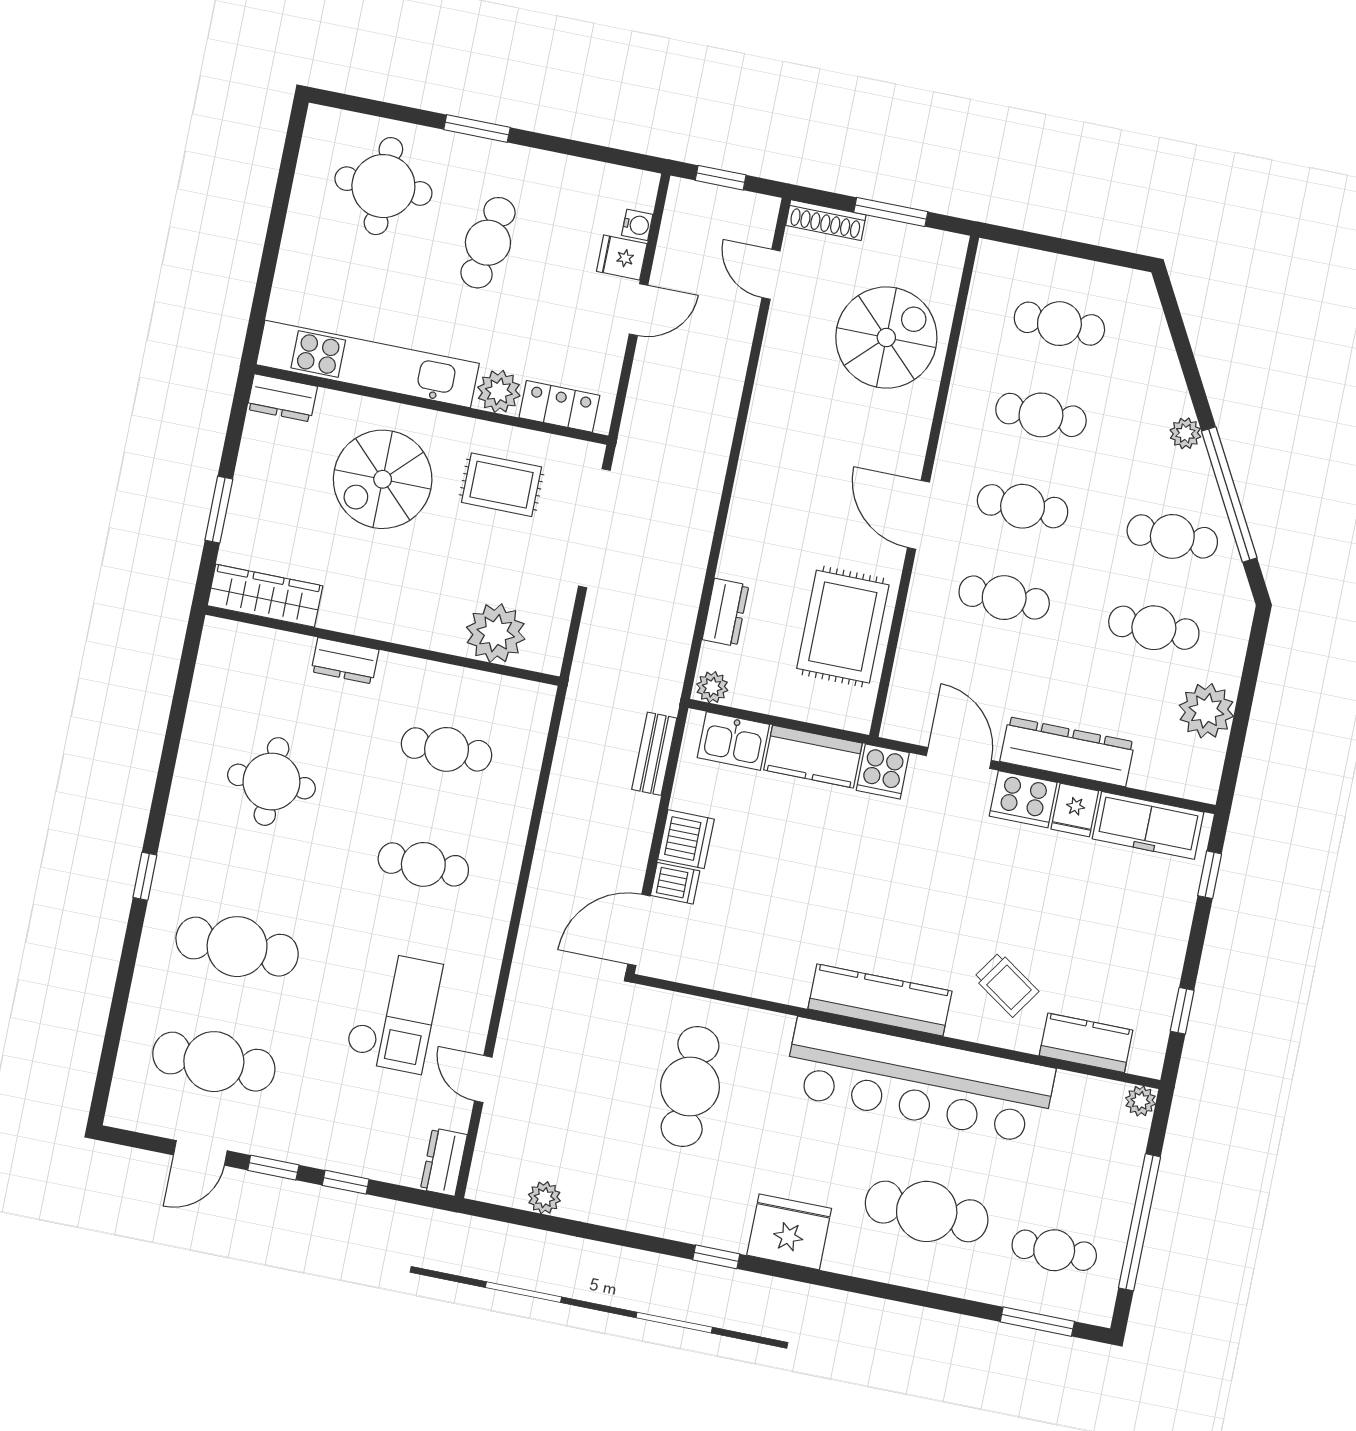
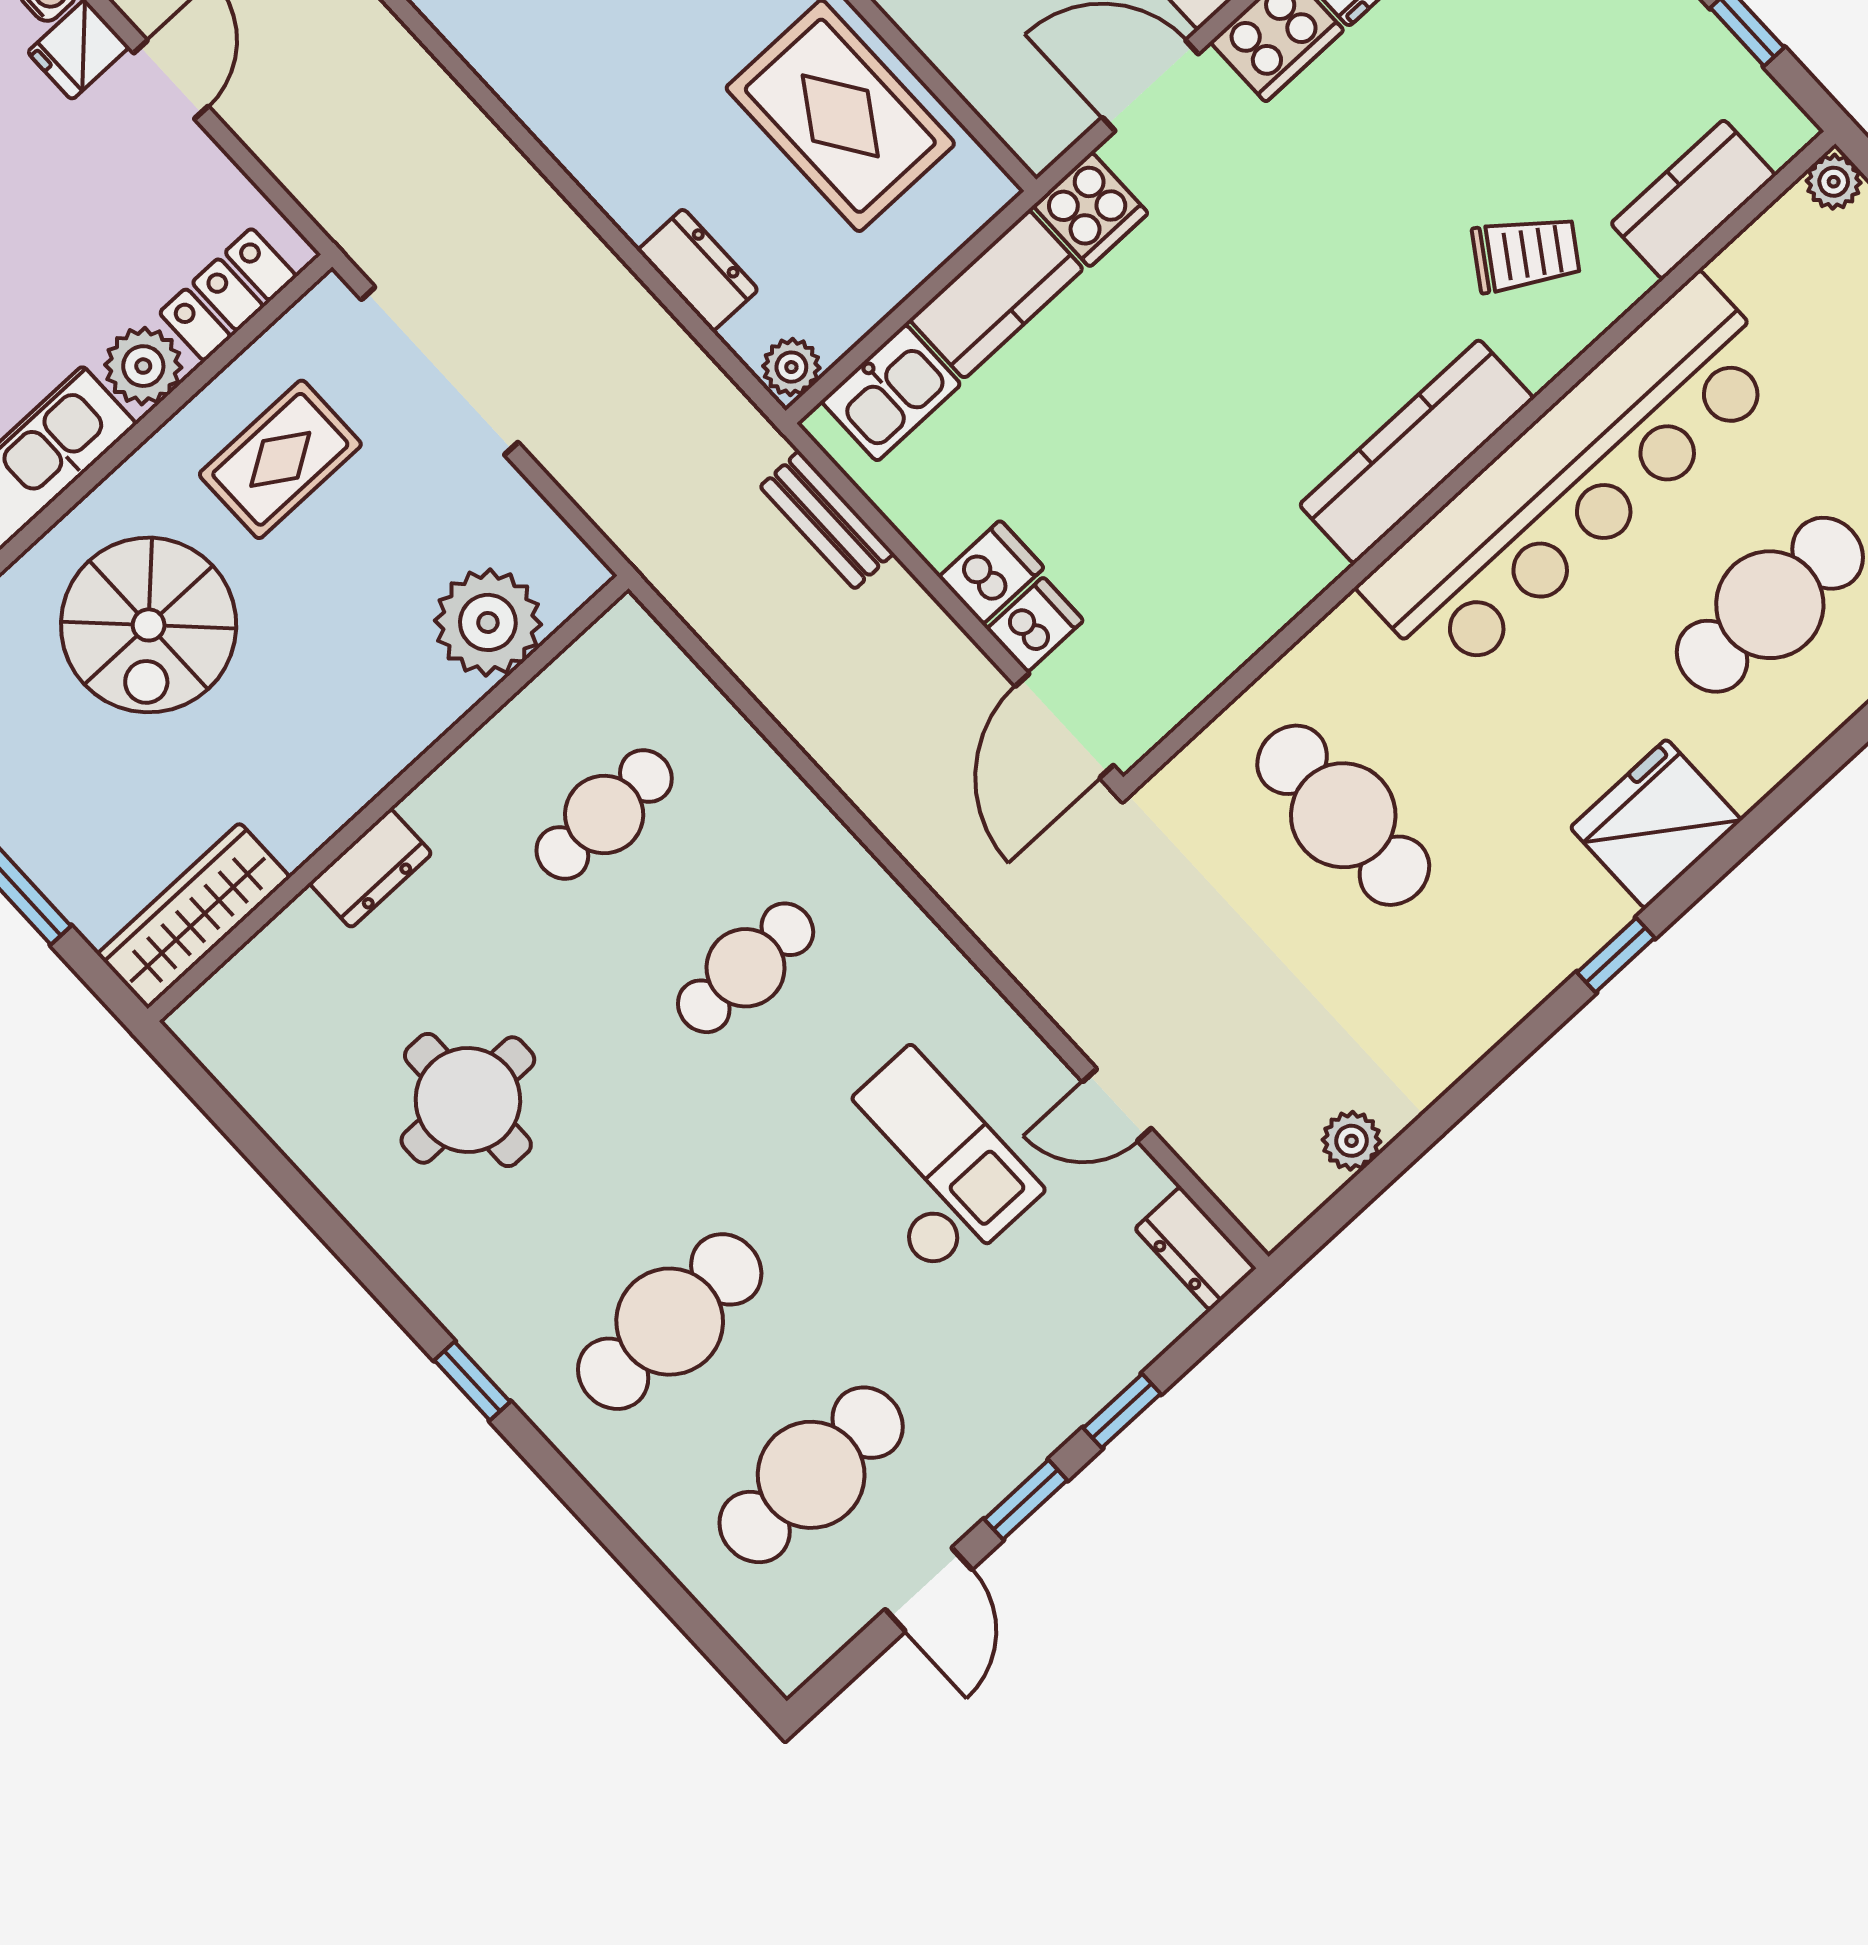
dishwasher: (686, 839) -> (991, 572), width x0.73

